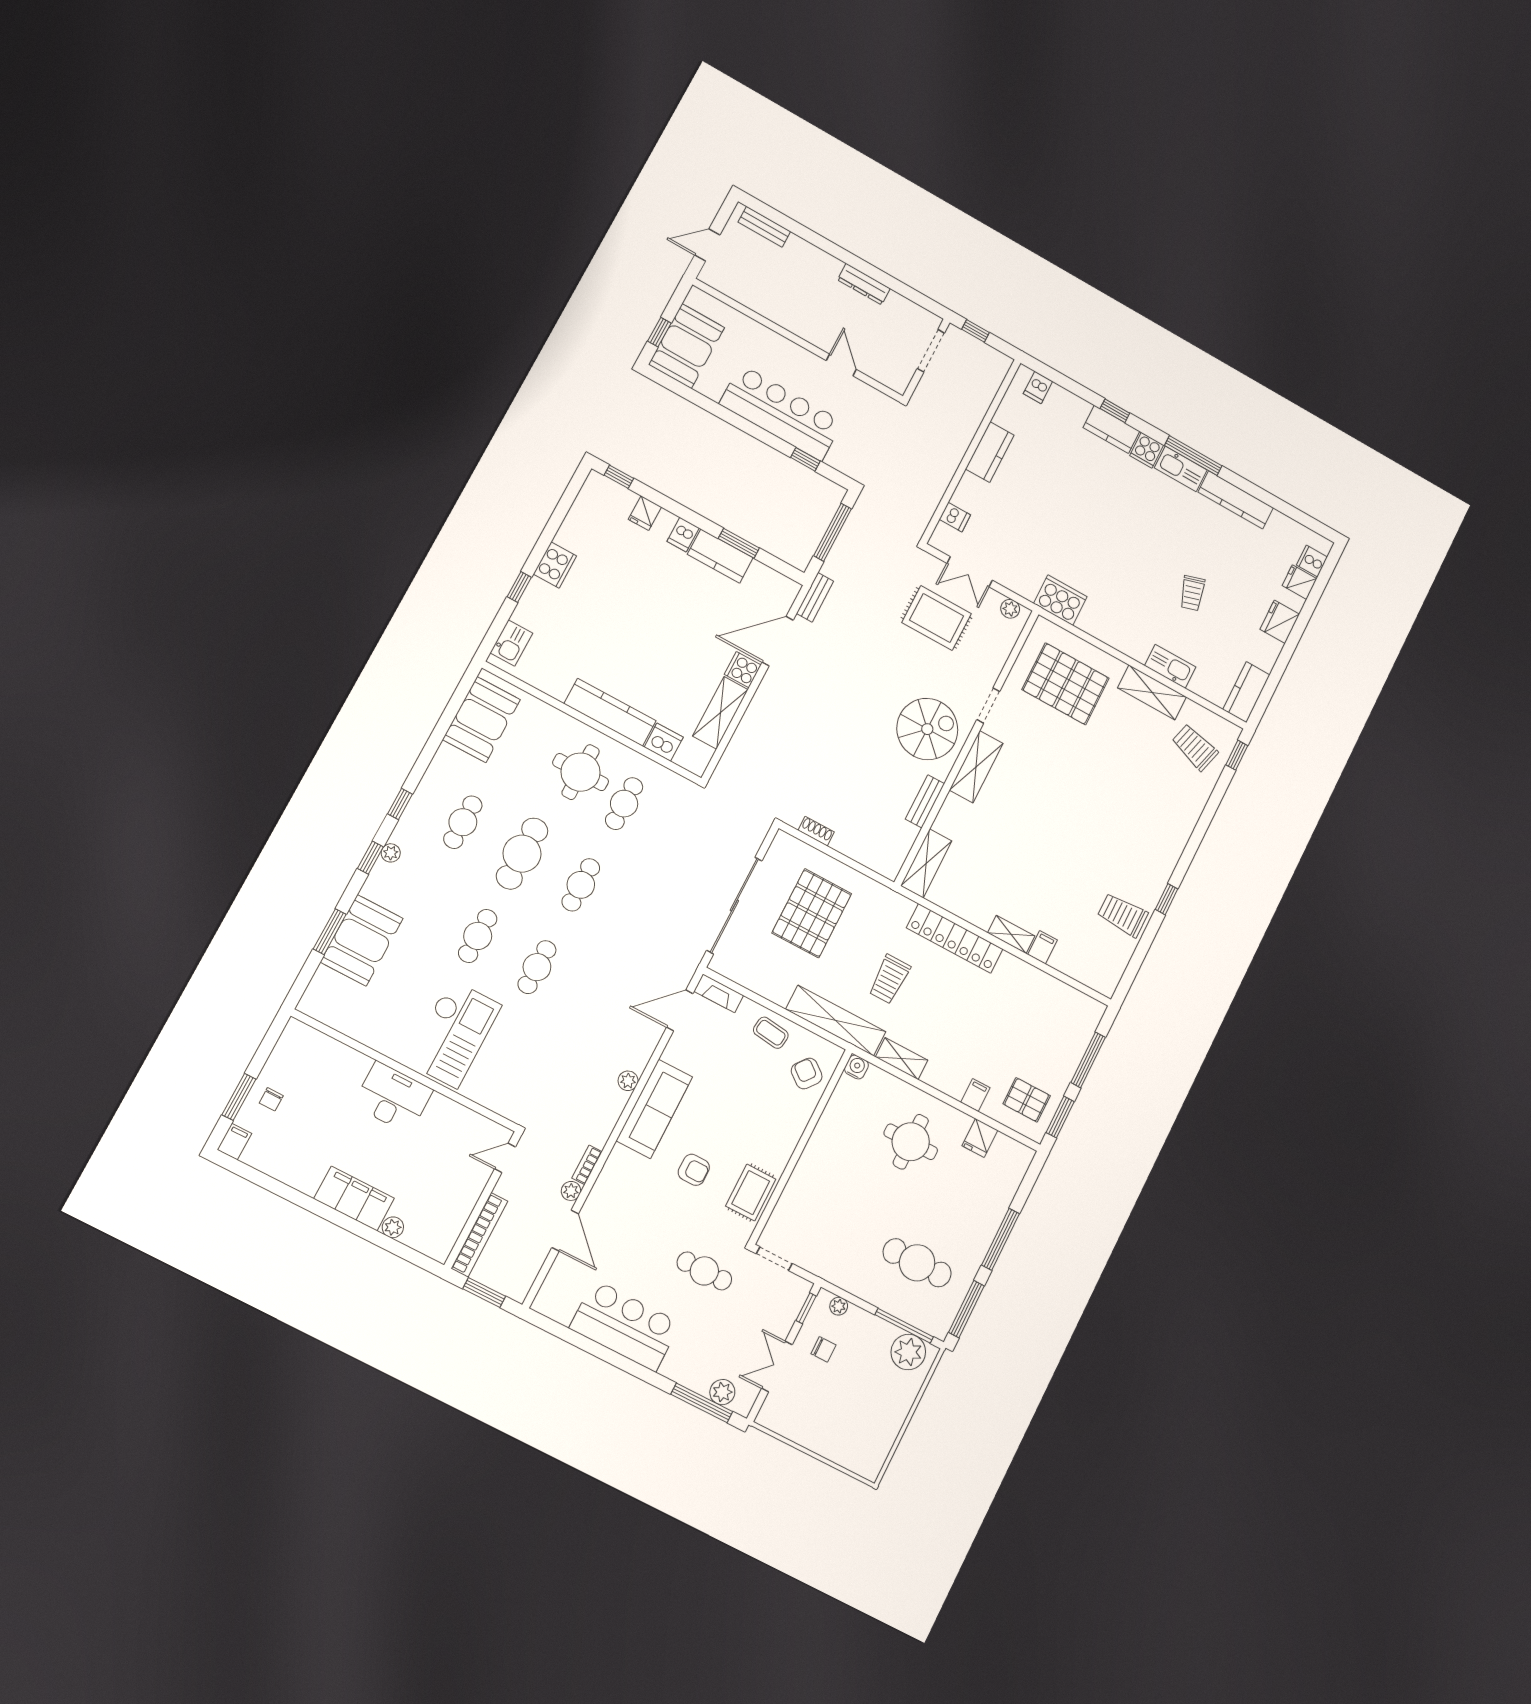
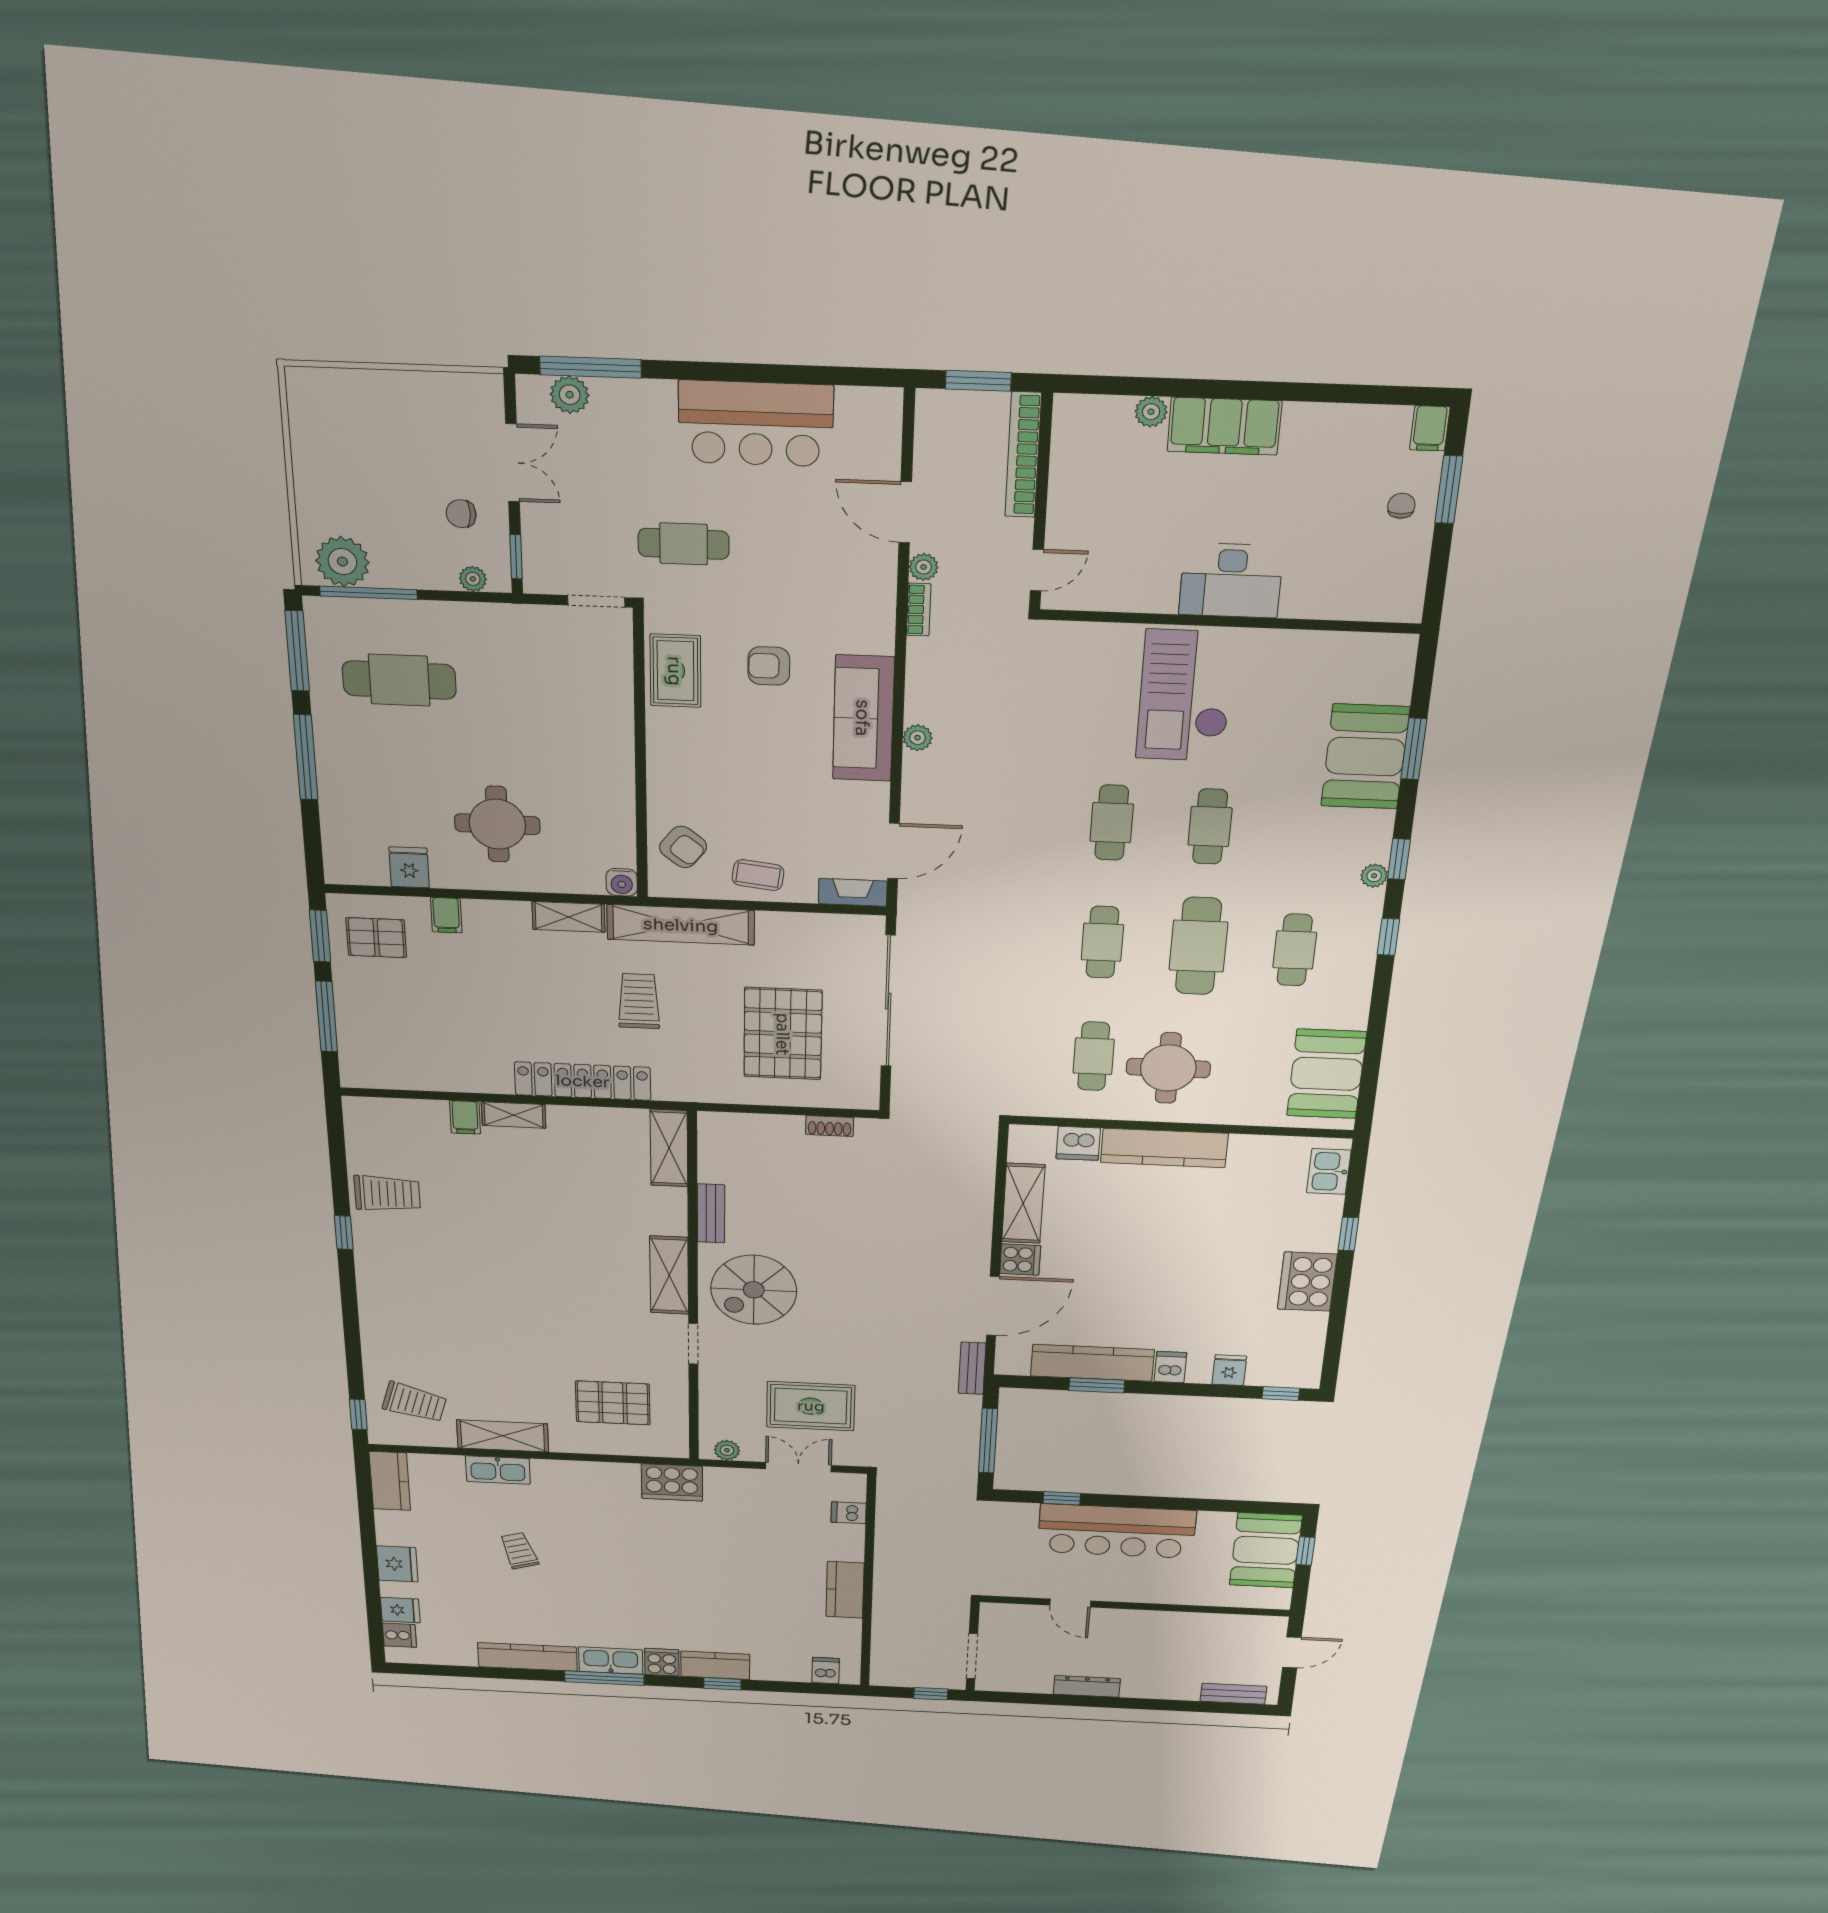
kitchen counter: (720, 556) -> (1092, 1363), width x1.50
cooker: (555, 565) -> (1307, 1282), width x1.37, depth x1.31
pallet: (1065, 684) -> (613, 1403), width x0.73, depth x0.71

